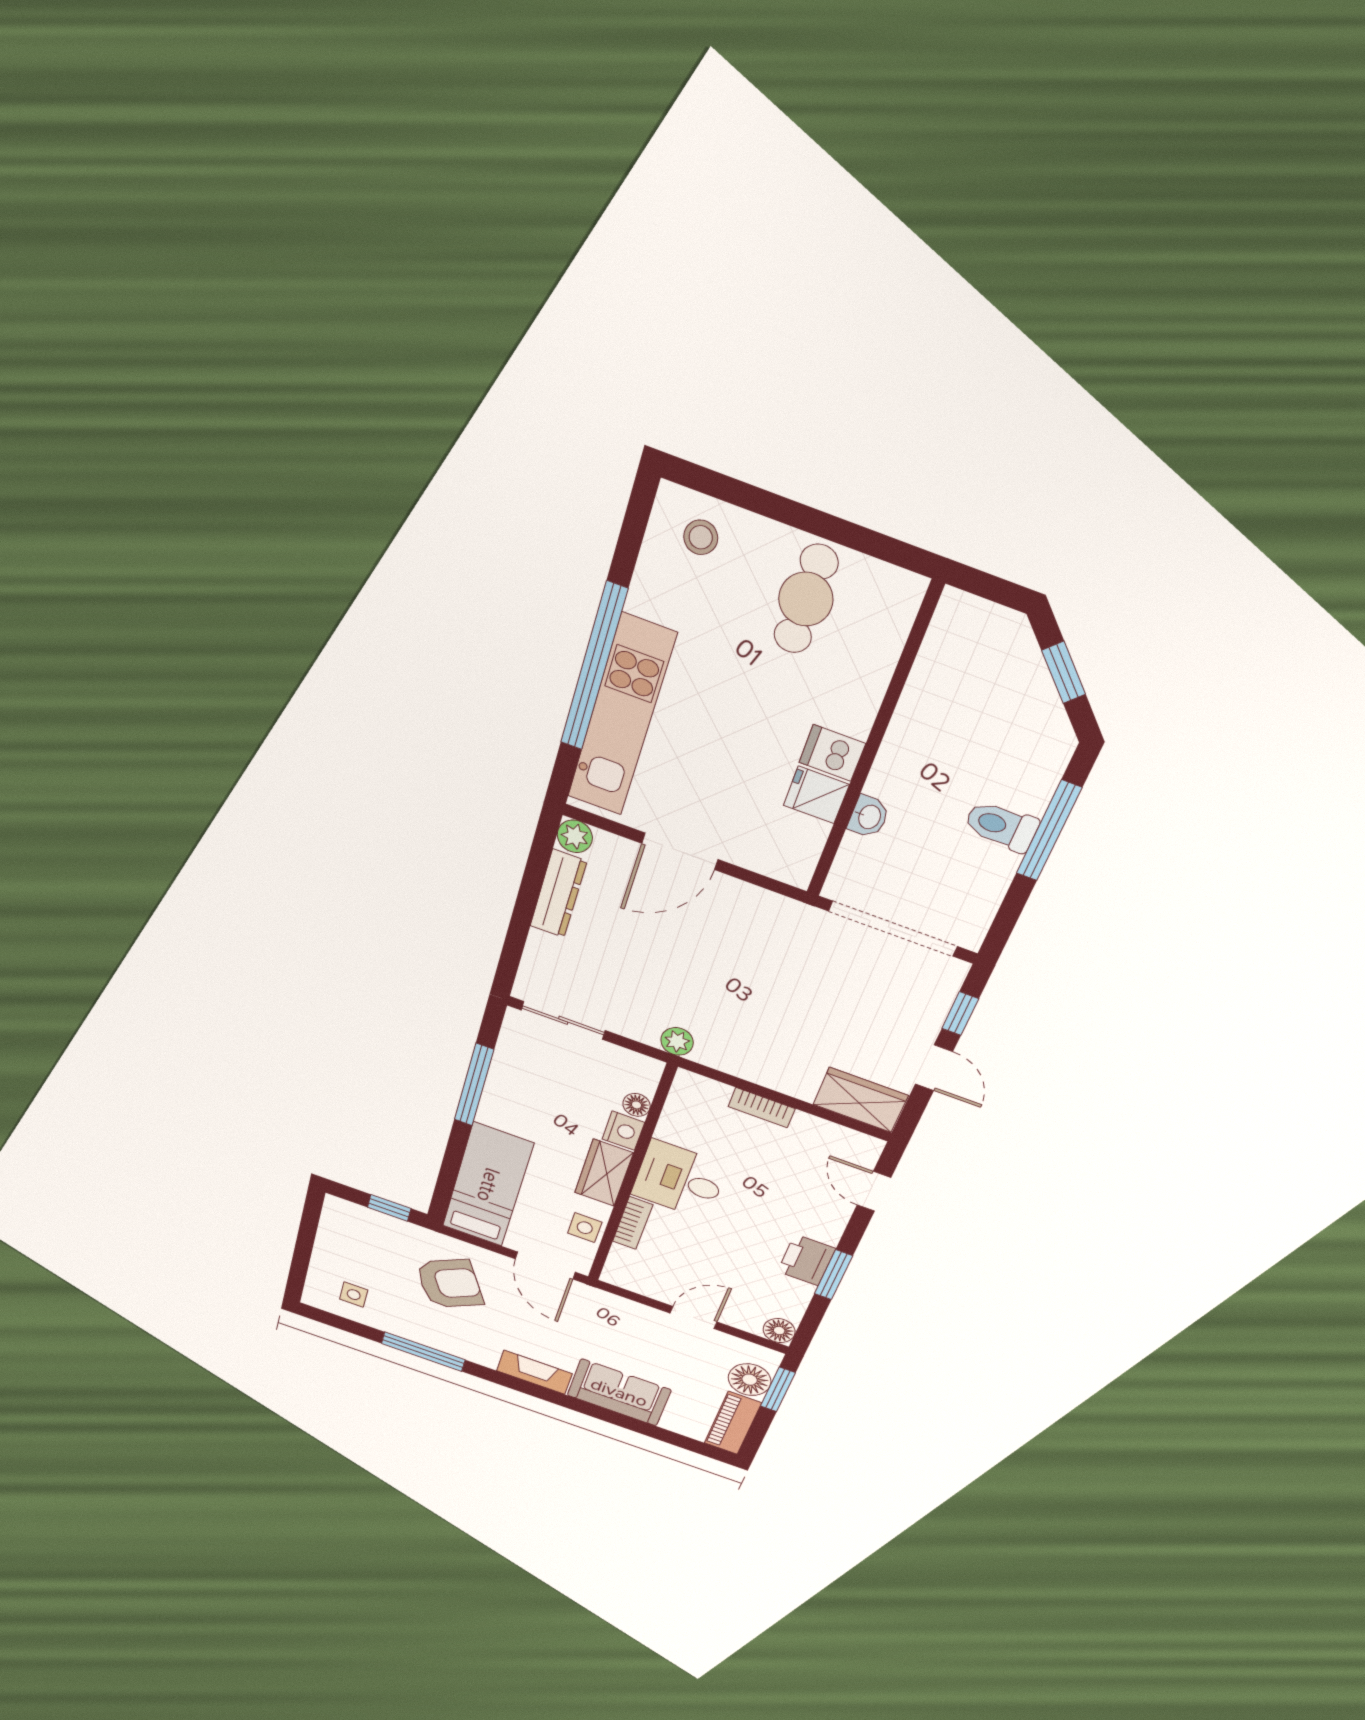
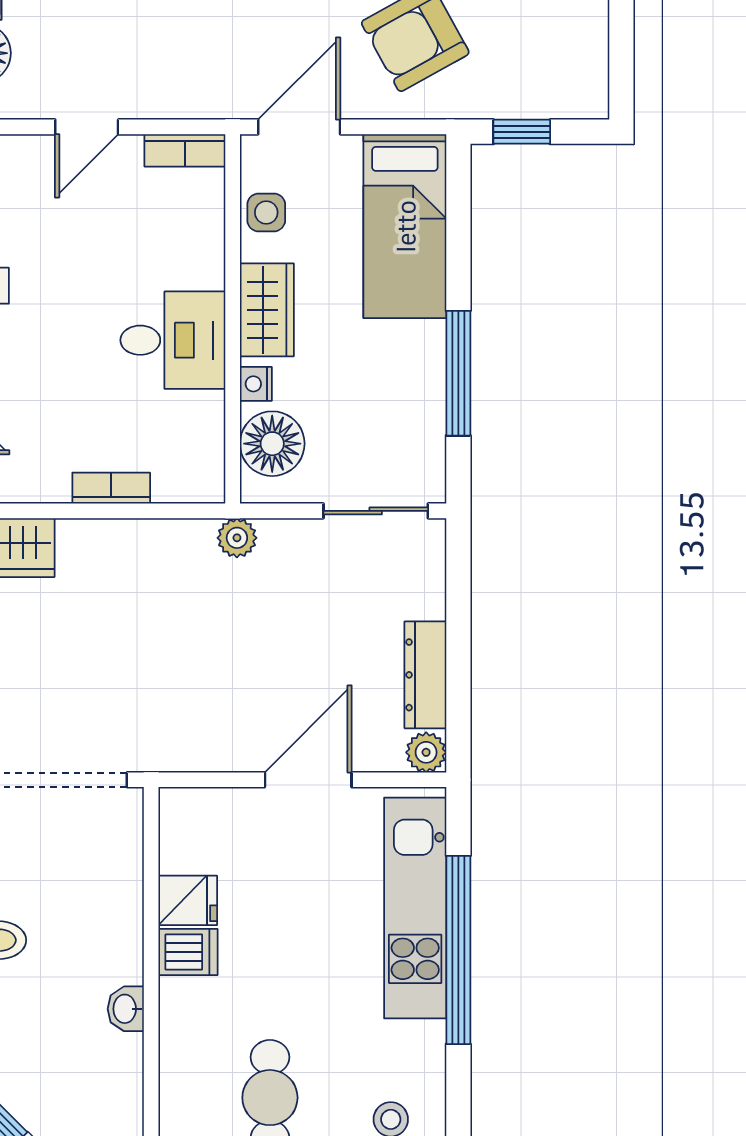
washbasin: (869, 817) -> (126, 1009), moved
floor lamp: (637, 1105) -> (272, 444), width x1.89, depth x1.89
nightstand: (623, 1131) -> (256, 384), width x0.72, depth x0.74
bookcase: (633, 1223) -> (185, 150), moved, turned -90
door: (545, 1265) -> (299, 127), hinge flipped

